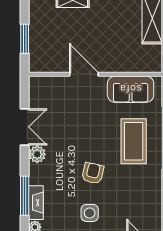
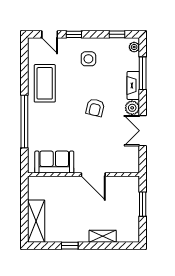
coffee table: (134, 141) -> (45, 83), moved
armchair: (93, 173) -> (95, 108), moved
fireplace: (36, 203) -> (133, 85), moved

